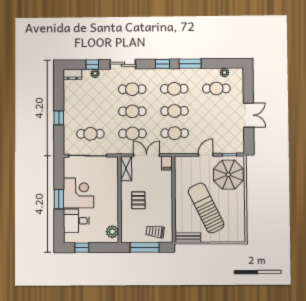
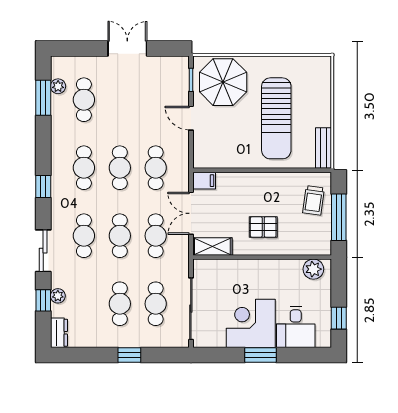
window: (190, 64) -> (43, 98), moved
cafe table: (90, 112) -> (120, 304), added
sun lounger: (206, 208) -> (276, 118), turned -64

